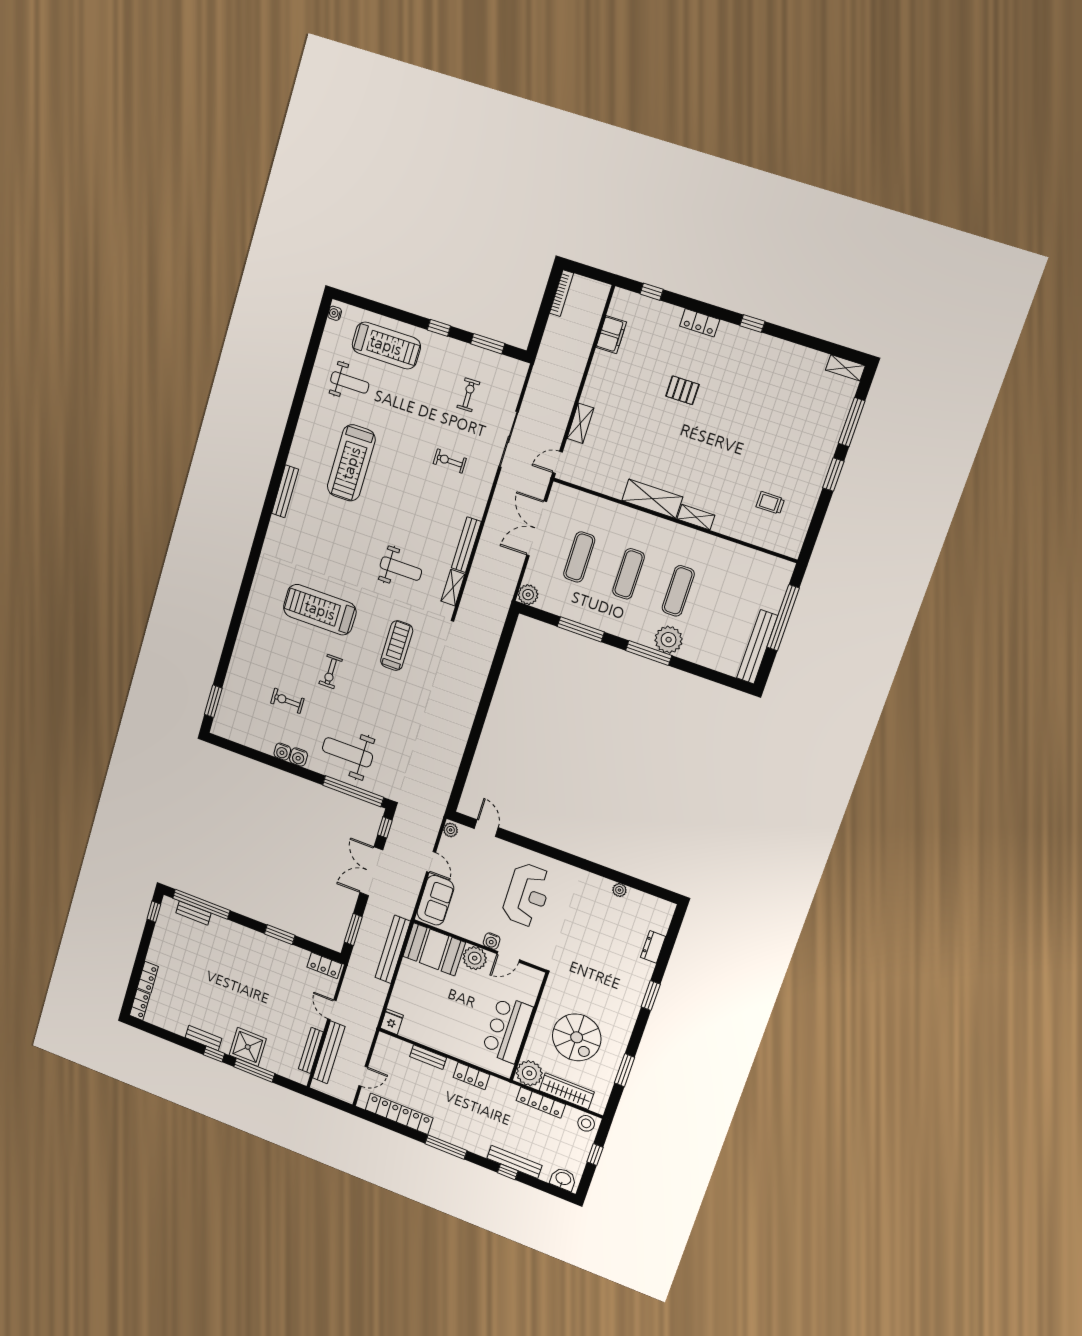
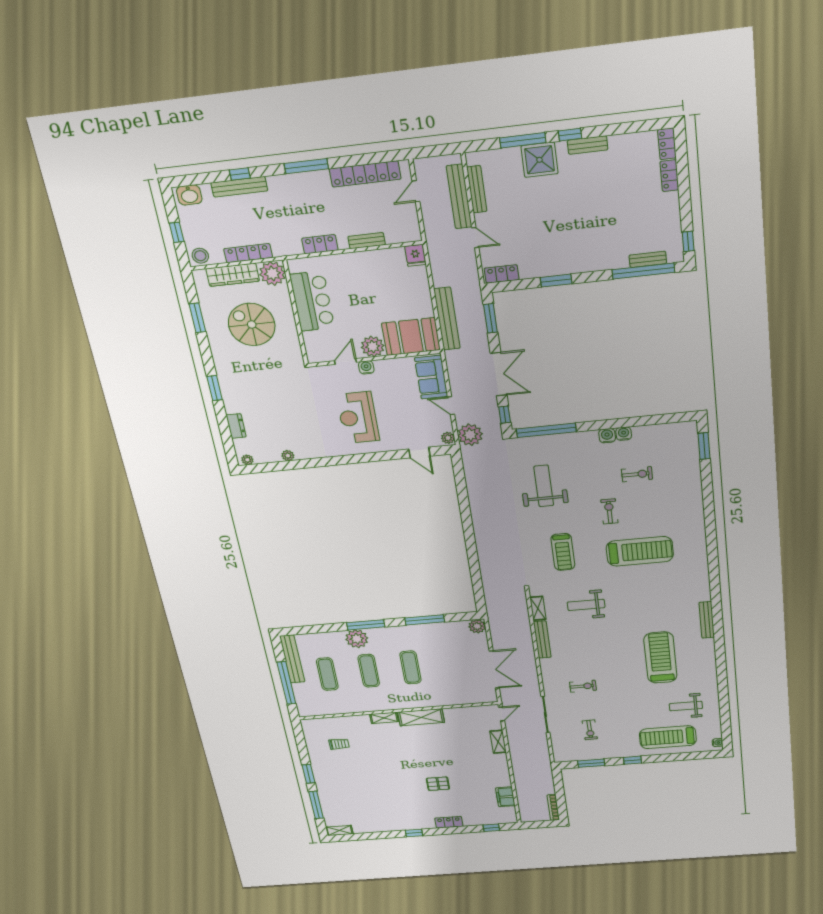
exercise mat: (579, 557) -> (327, 674), moved
weight bench: (347, 752) -> (544, 486), moved, turned -90
plant: (428, 823) -> (470, 435), added
plant: (663, 906) -> (247, 460), added

